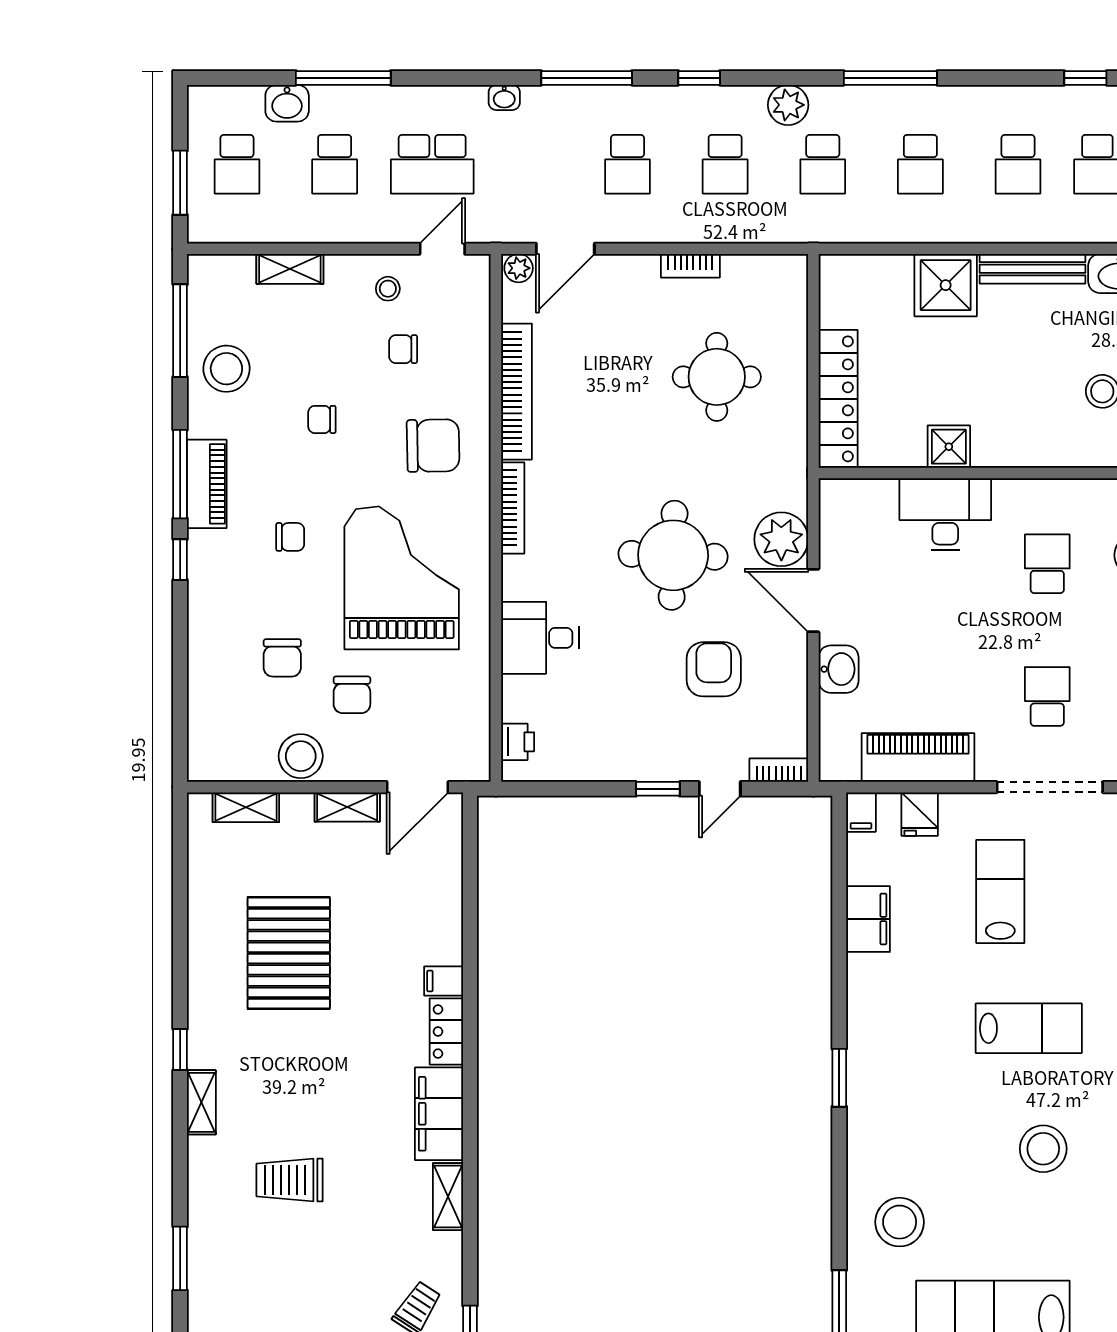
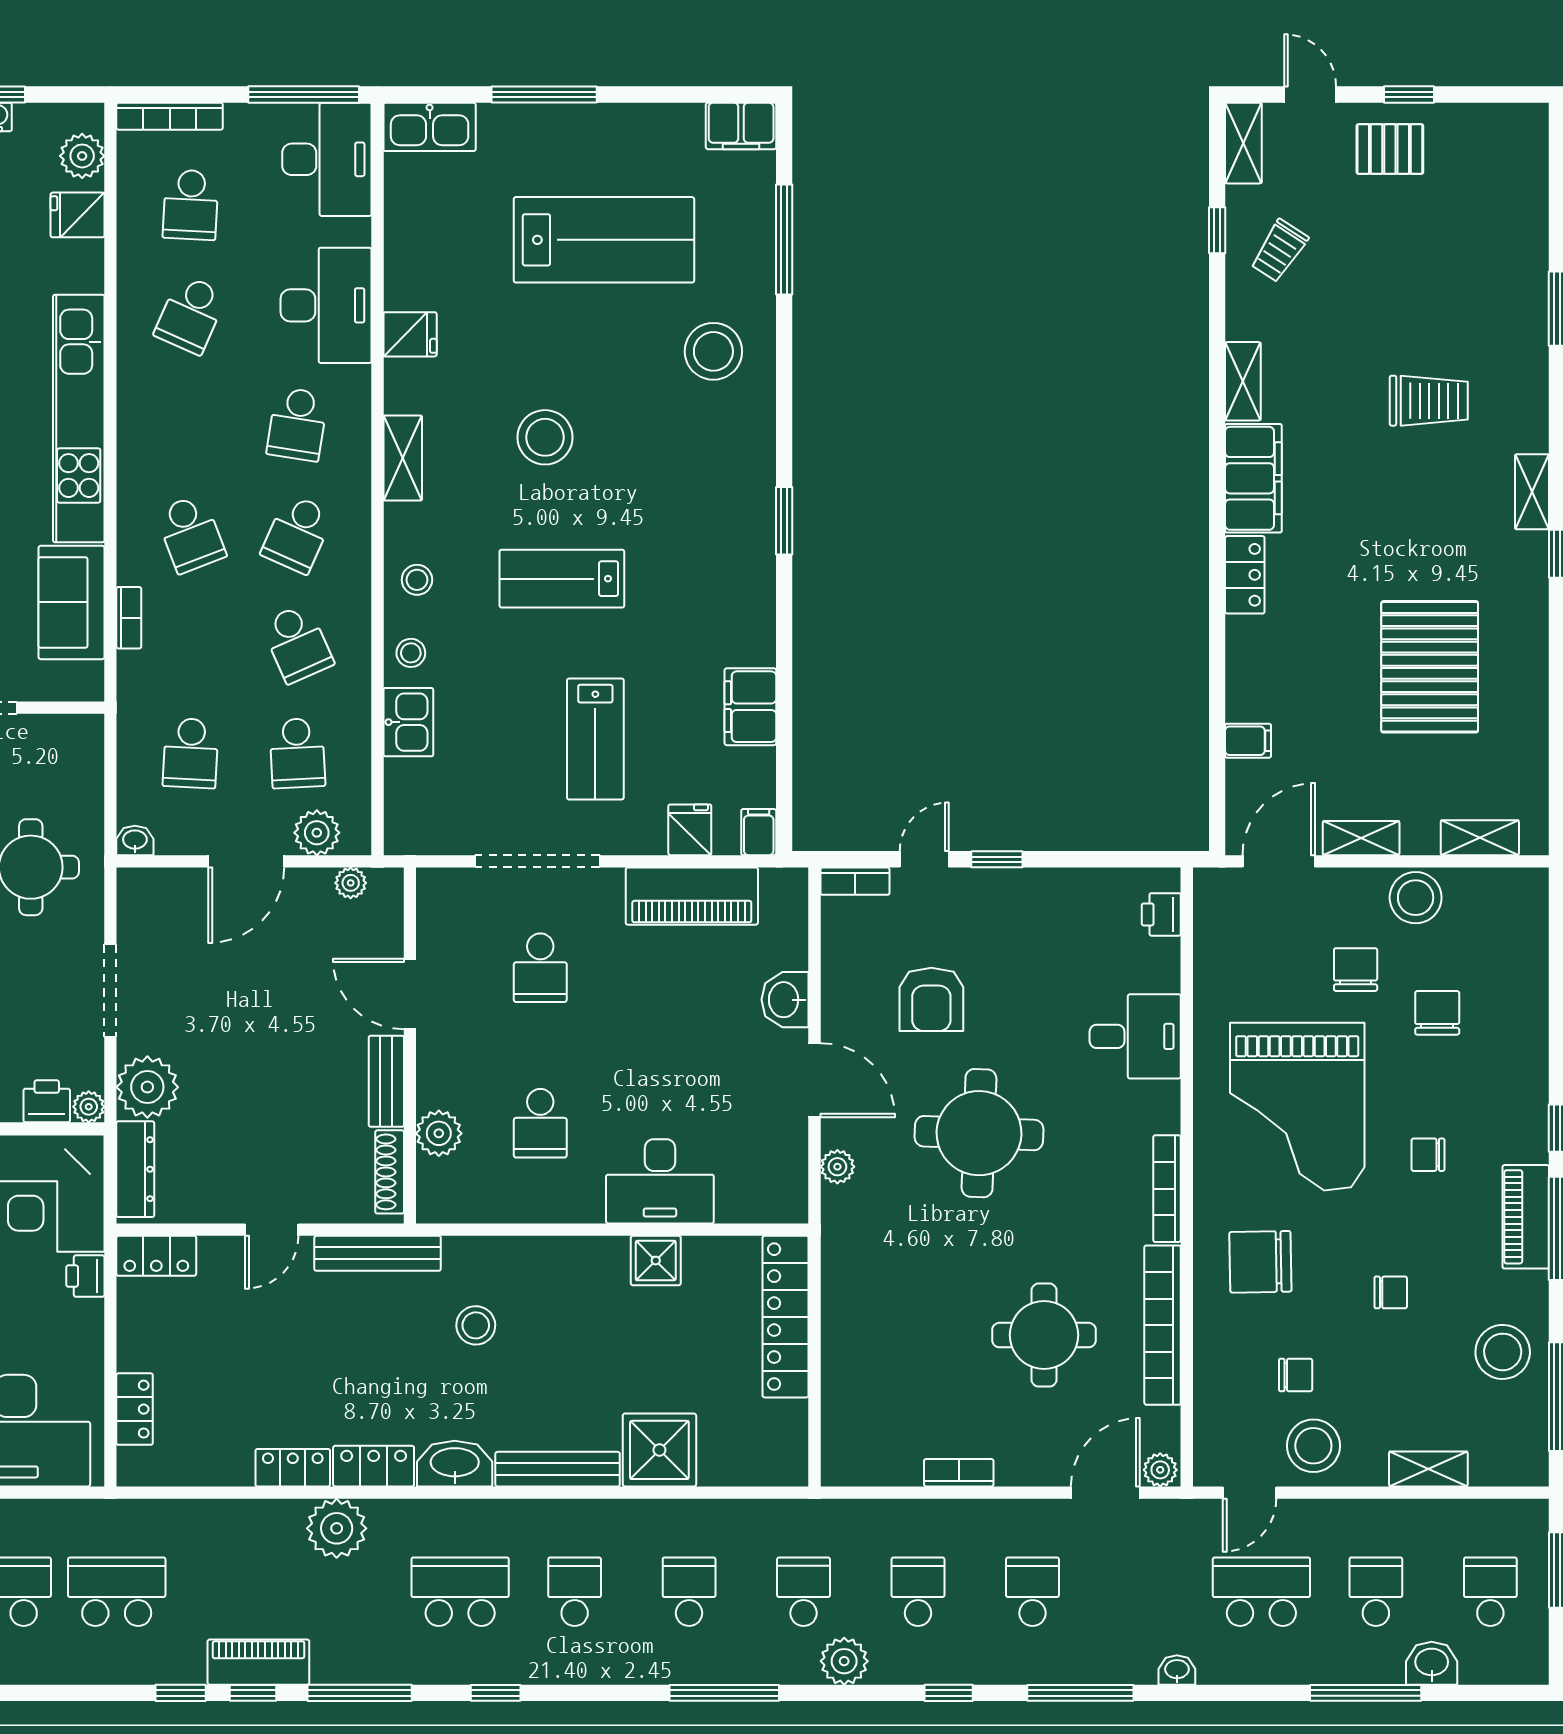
stool: (388, 289) -> (1313, 1446), width x1.89, depth x1.89
round table: (717, 377) -> (1044, 1335), moved
plant: (781, 539) -> (837, 1167), width x0.53, depth x0.53
filing cabinet: (444, 981) -> (1248, 741), moved

